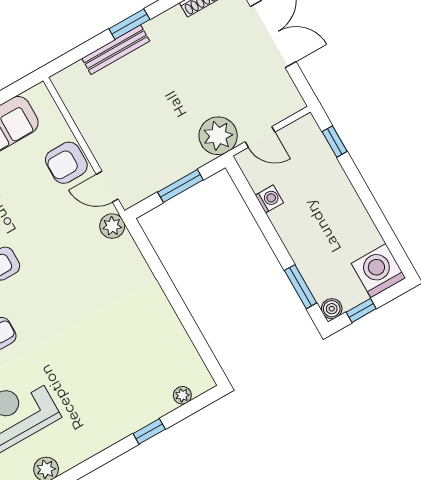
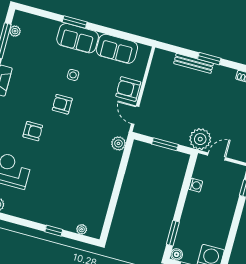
door: (260, 137) -> (217, 156), swing flipped
plant: (112, 226) -> (118, 143), moved

